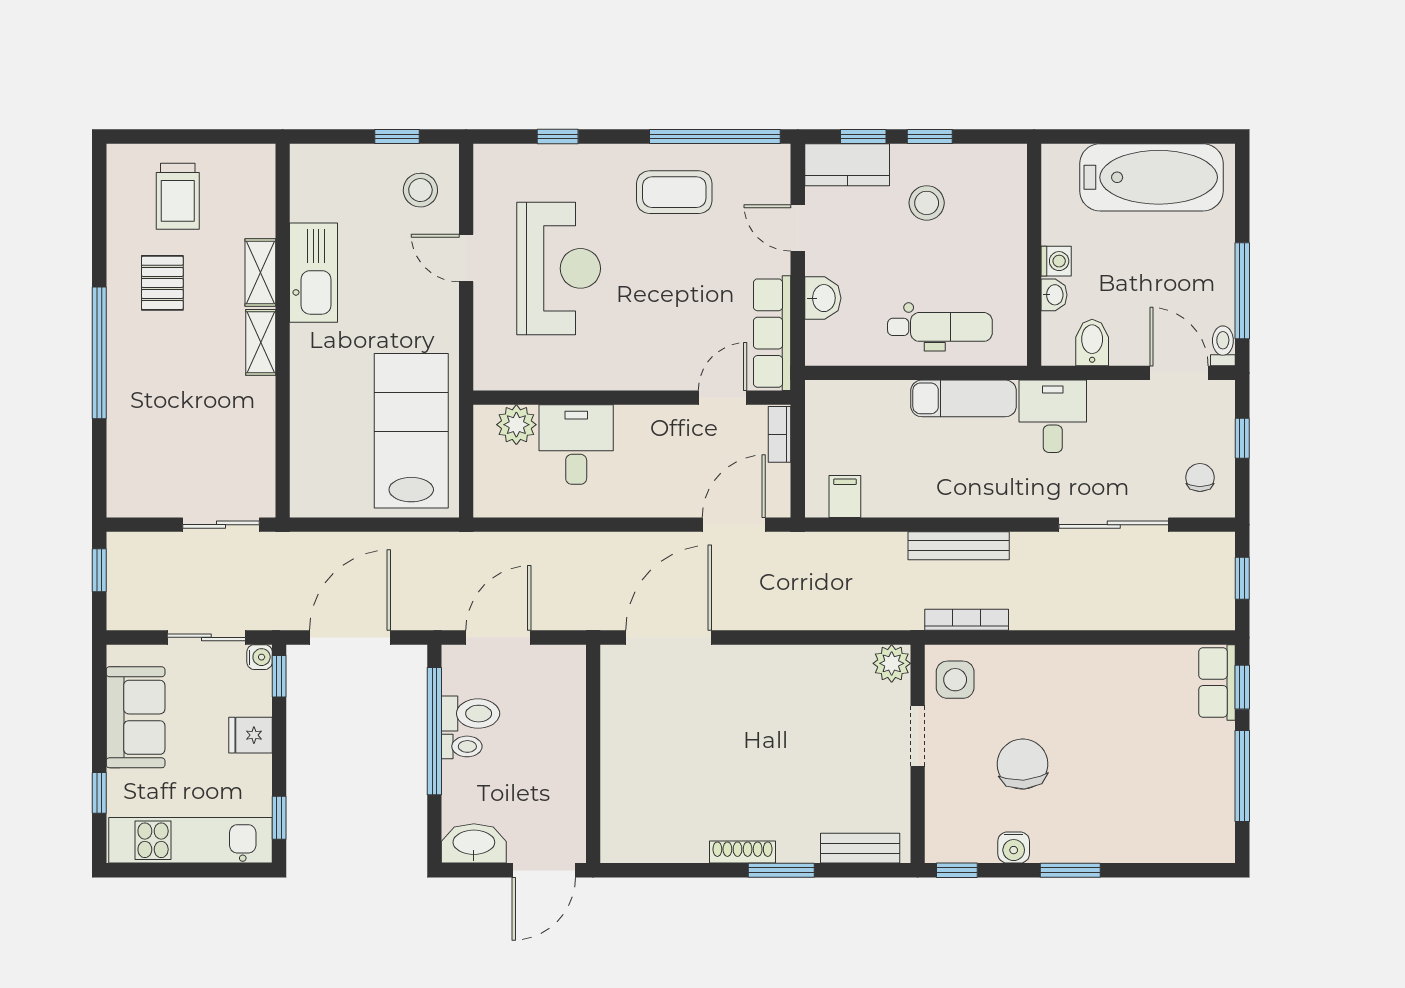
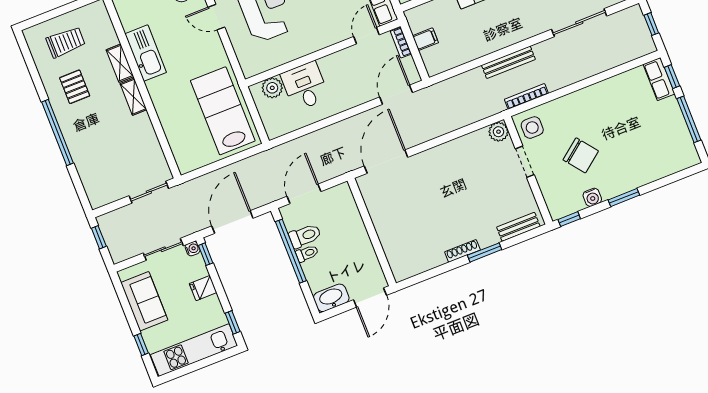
trolley: (178, 196) -> (66, 42), turned -90
filing cabinet: (845, 496) -> (425, 39), moved, turned 90
chair: (1023, 764) -> (581, 155), turned 146

